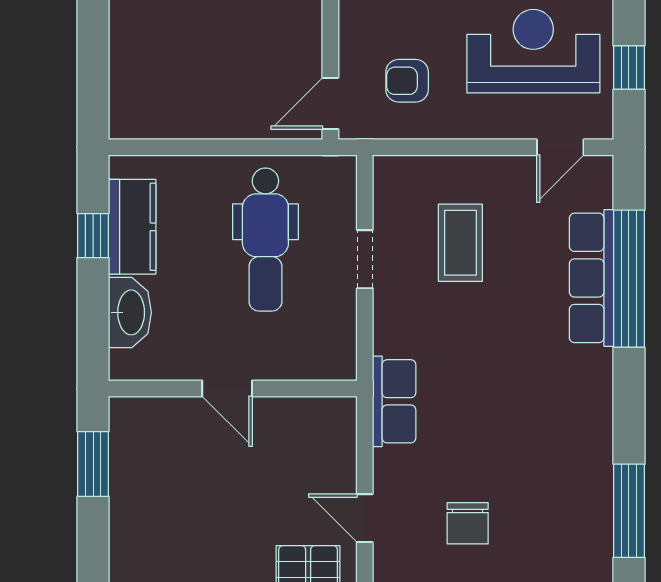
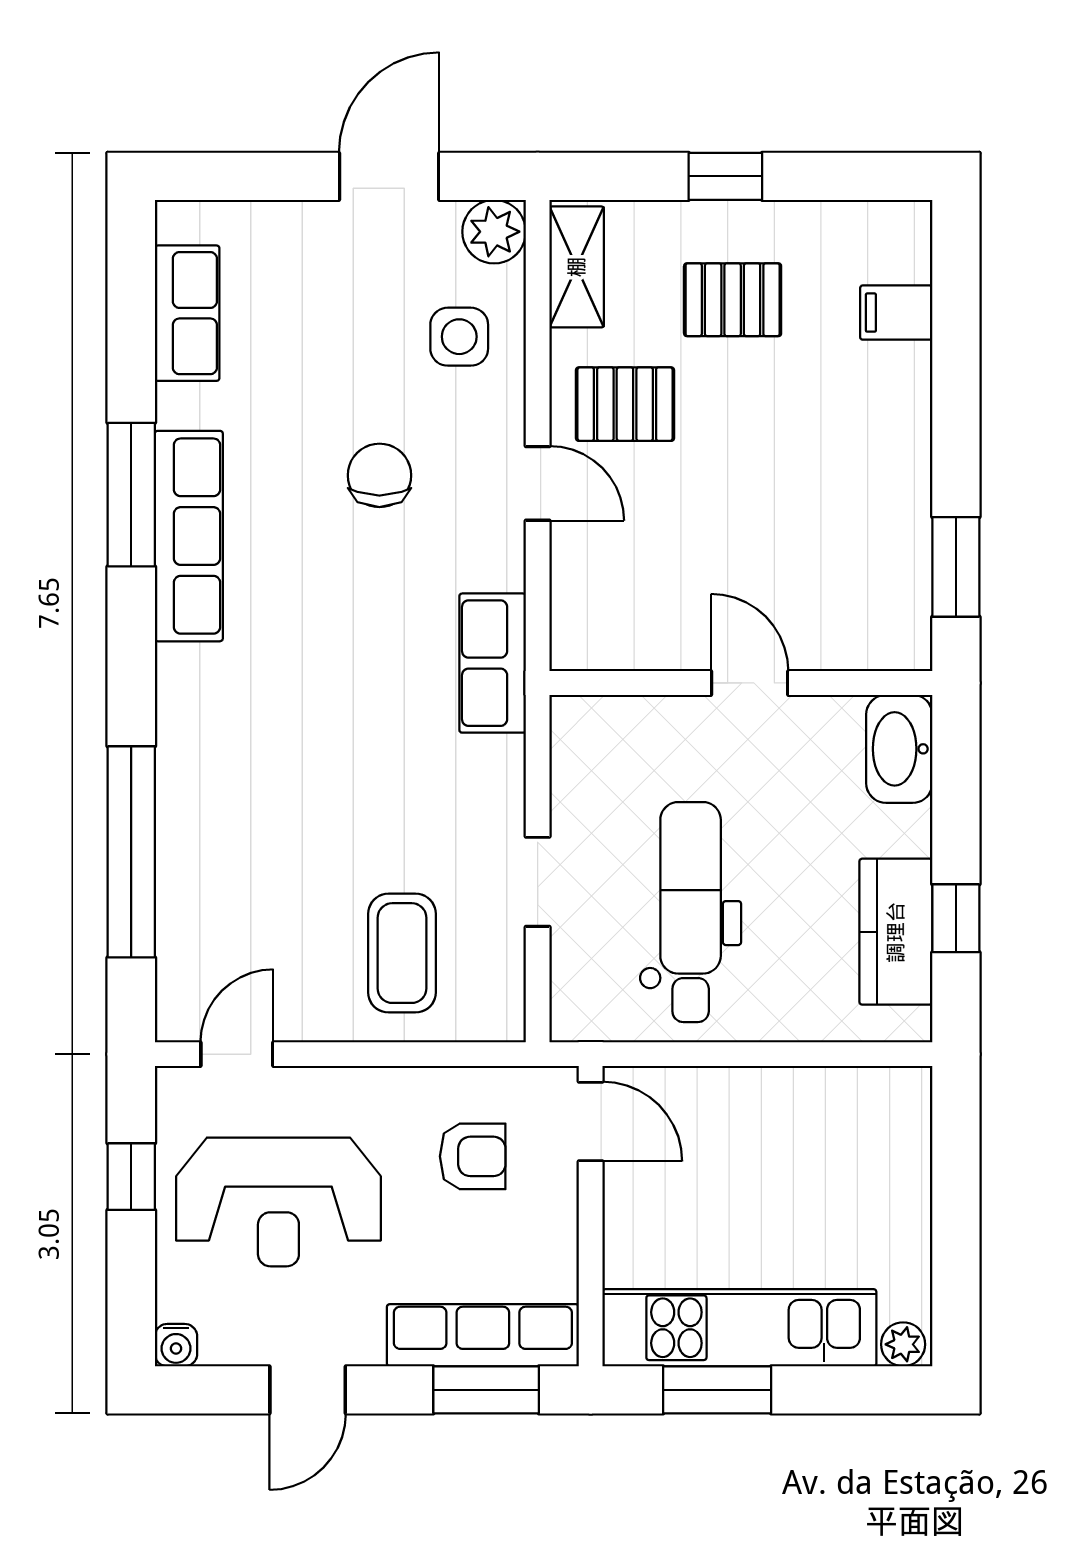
door: (330, 103) -> (591, 1122), hinge flipped
coffee table: (460, 243) -> (402, 953), moved
row of seats: (592, 278) -> (189, 536), moved
washbasin: (130, 312) -> (899, 749), moved

